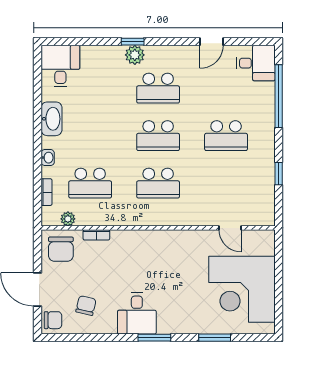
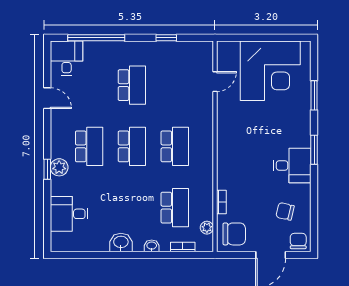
desk: (60, 66) -> (69, 214), moved
washbasin: (51, 119) -> (121, 242), width x0.72

